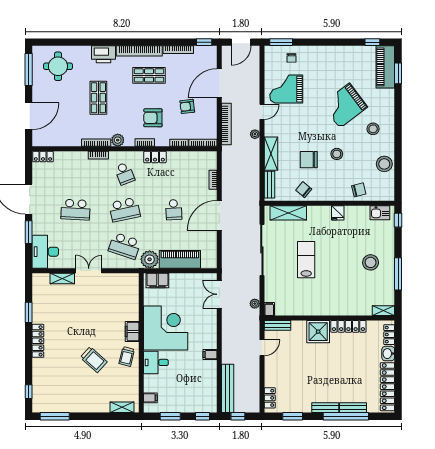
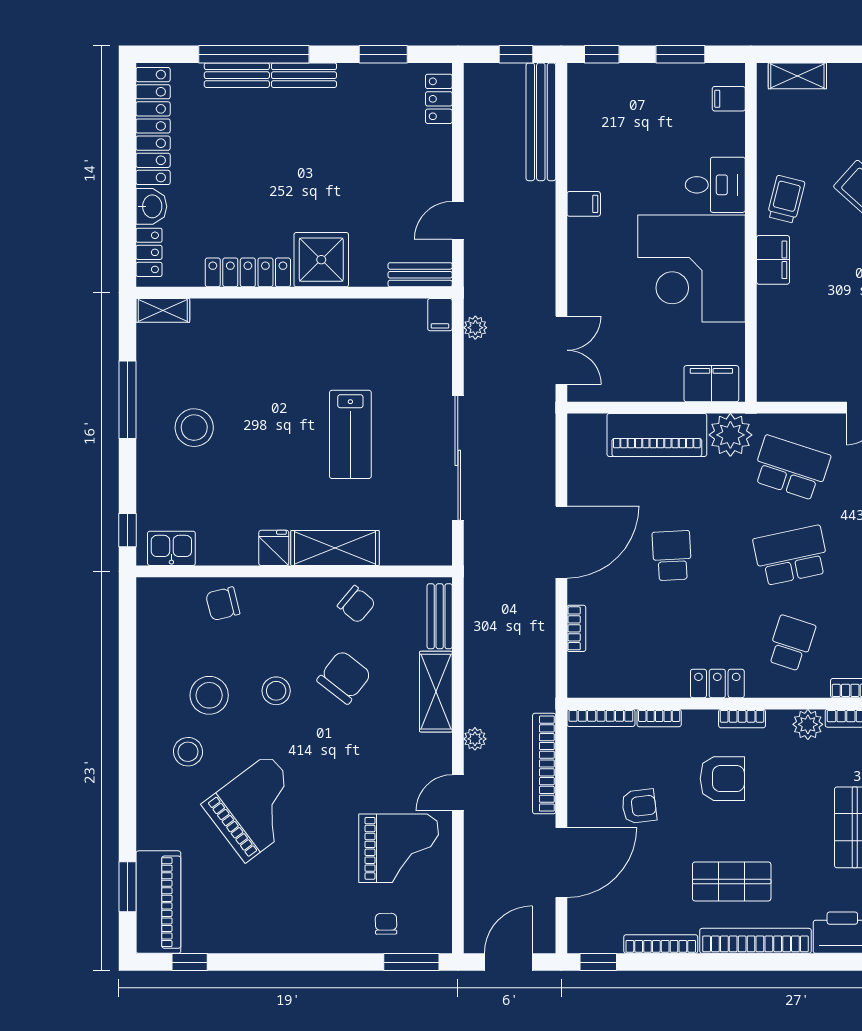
chair: (309, 160) -> (344, 677), turned -52
stool: (384, 164) -> (209, 695), moved
school desk: (125, 174) -> (791, 643), turned 39
shelving: (288, 213) -> (335, 548), moved

